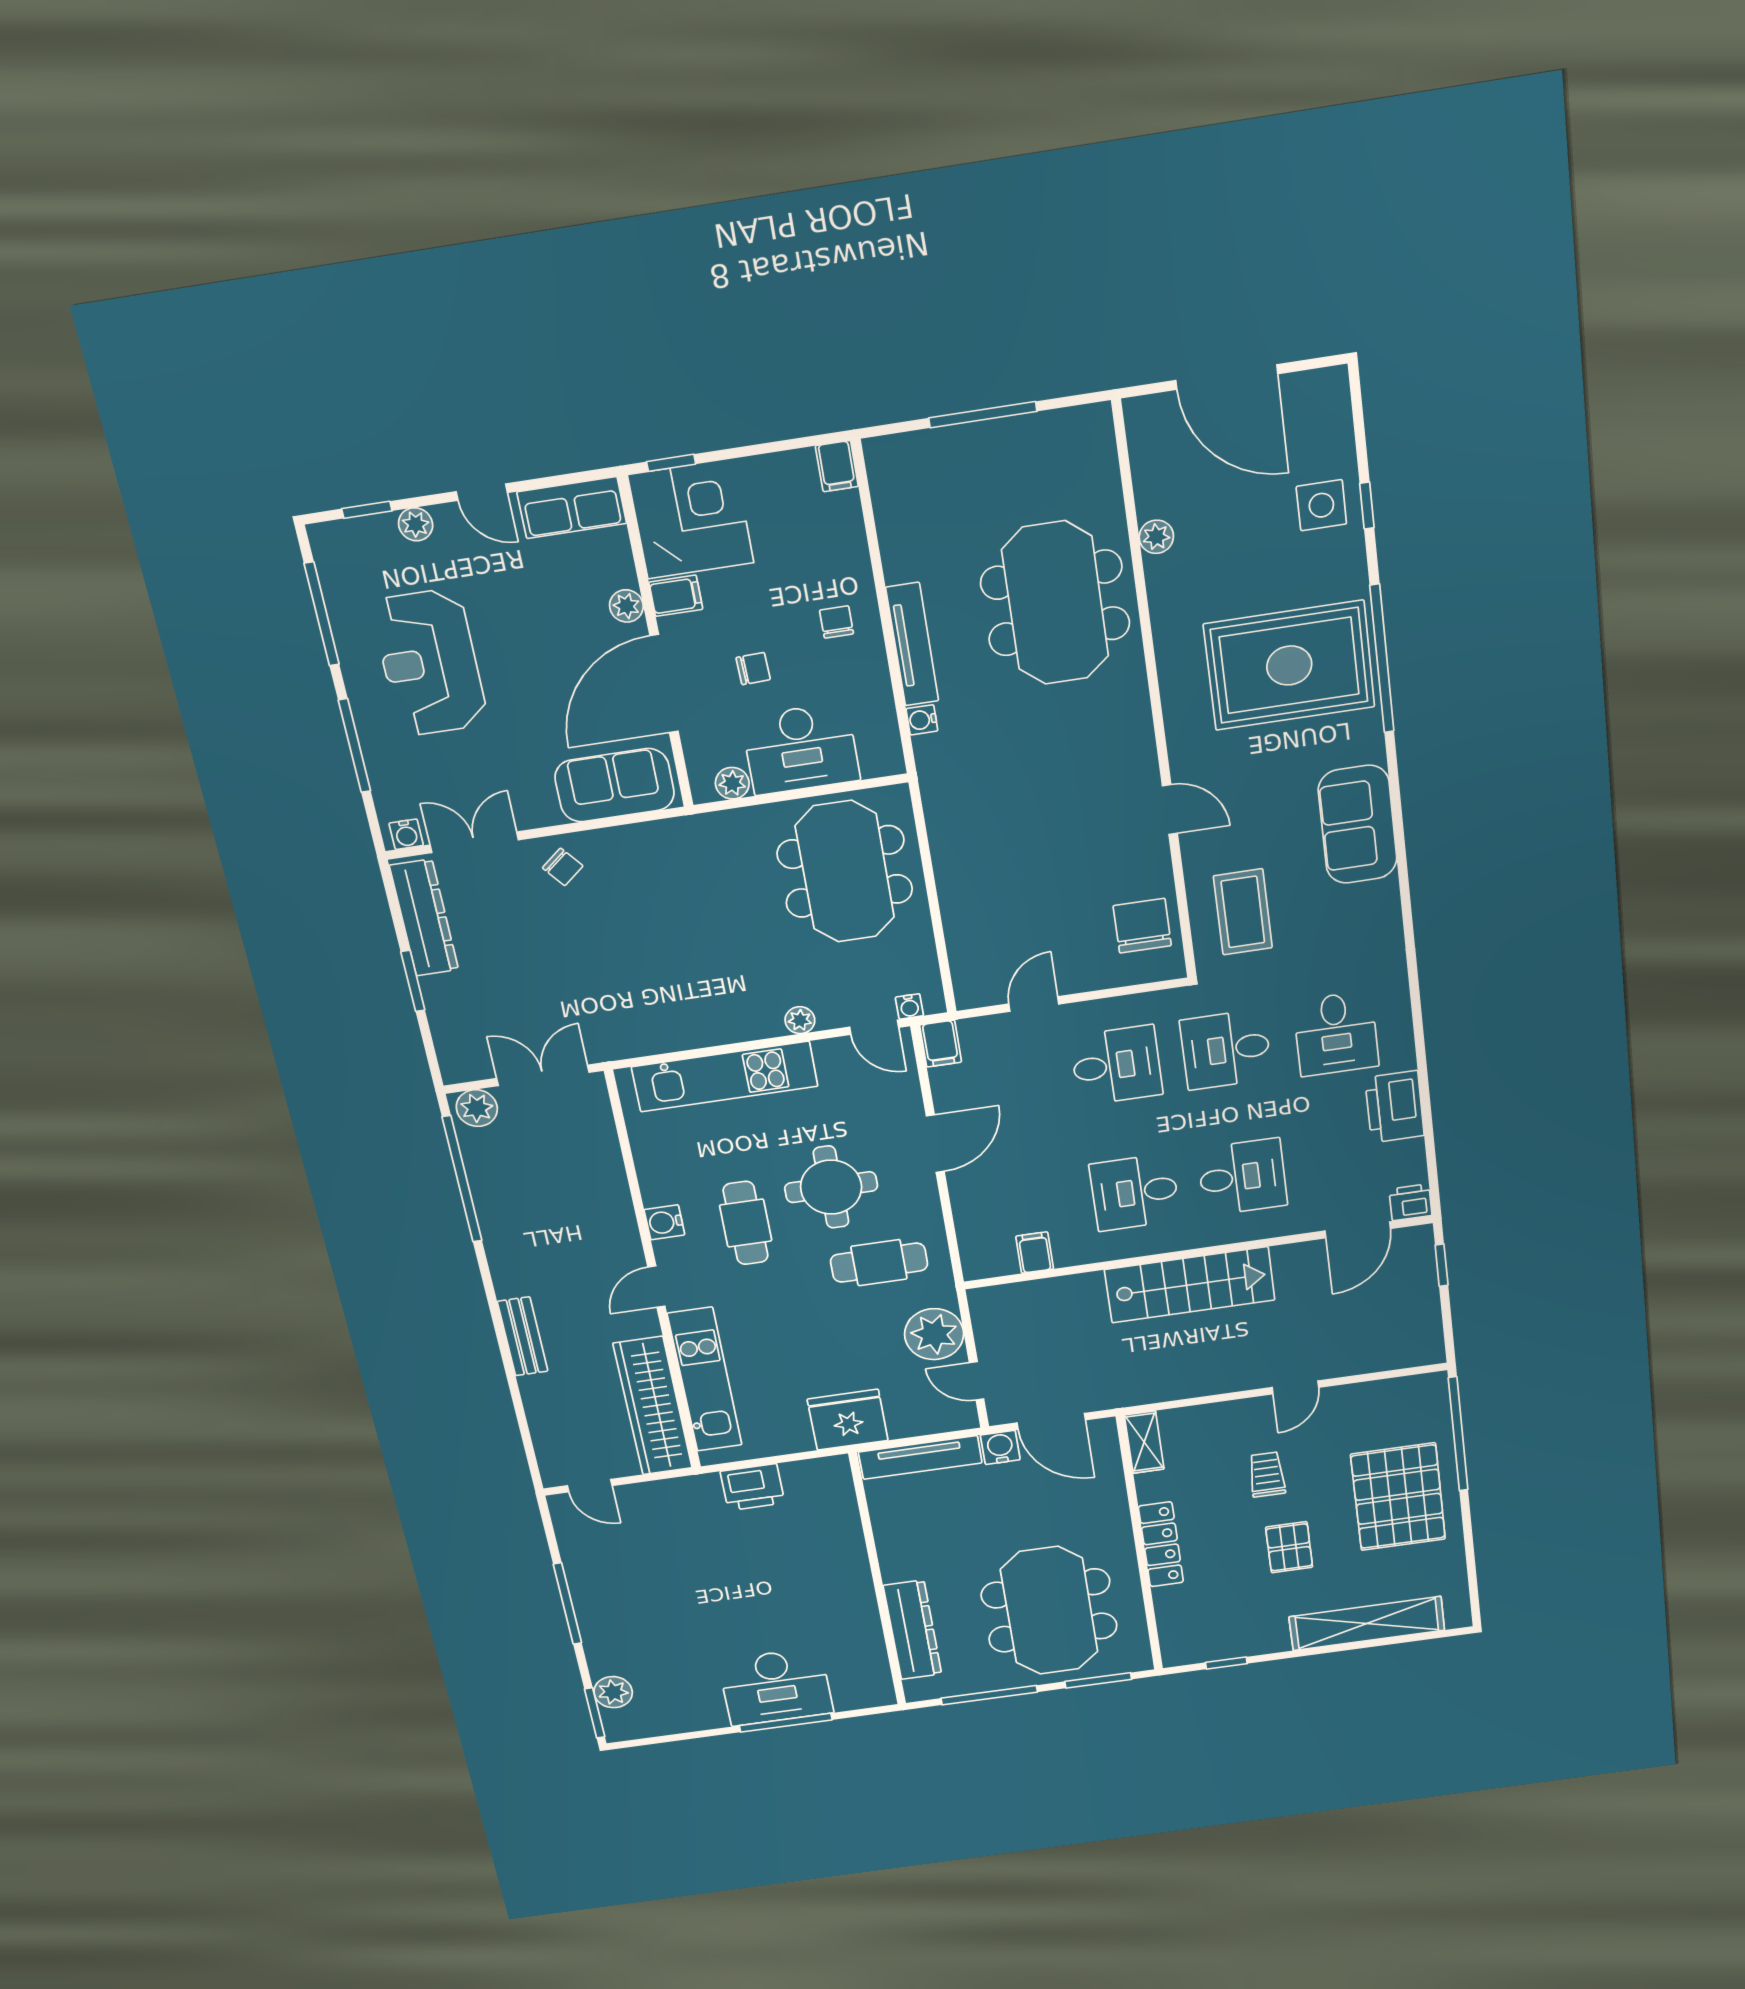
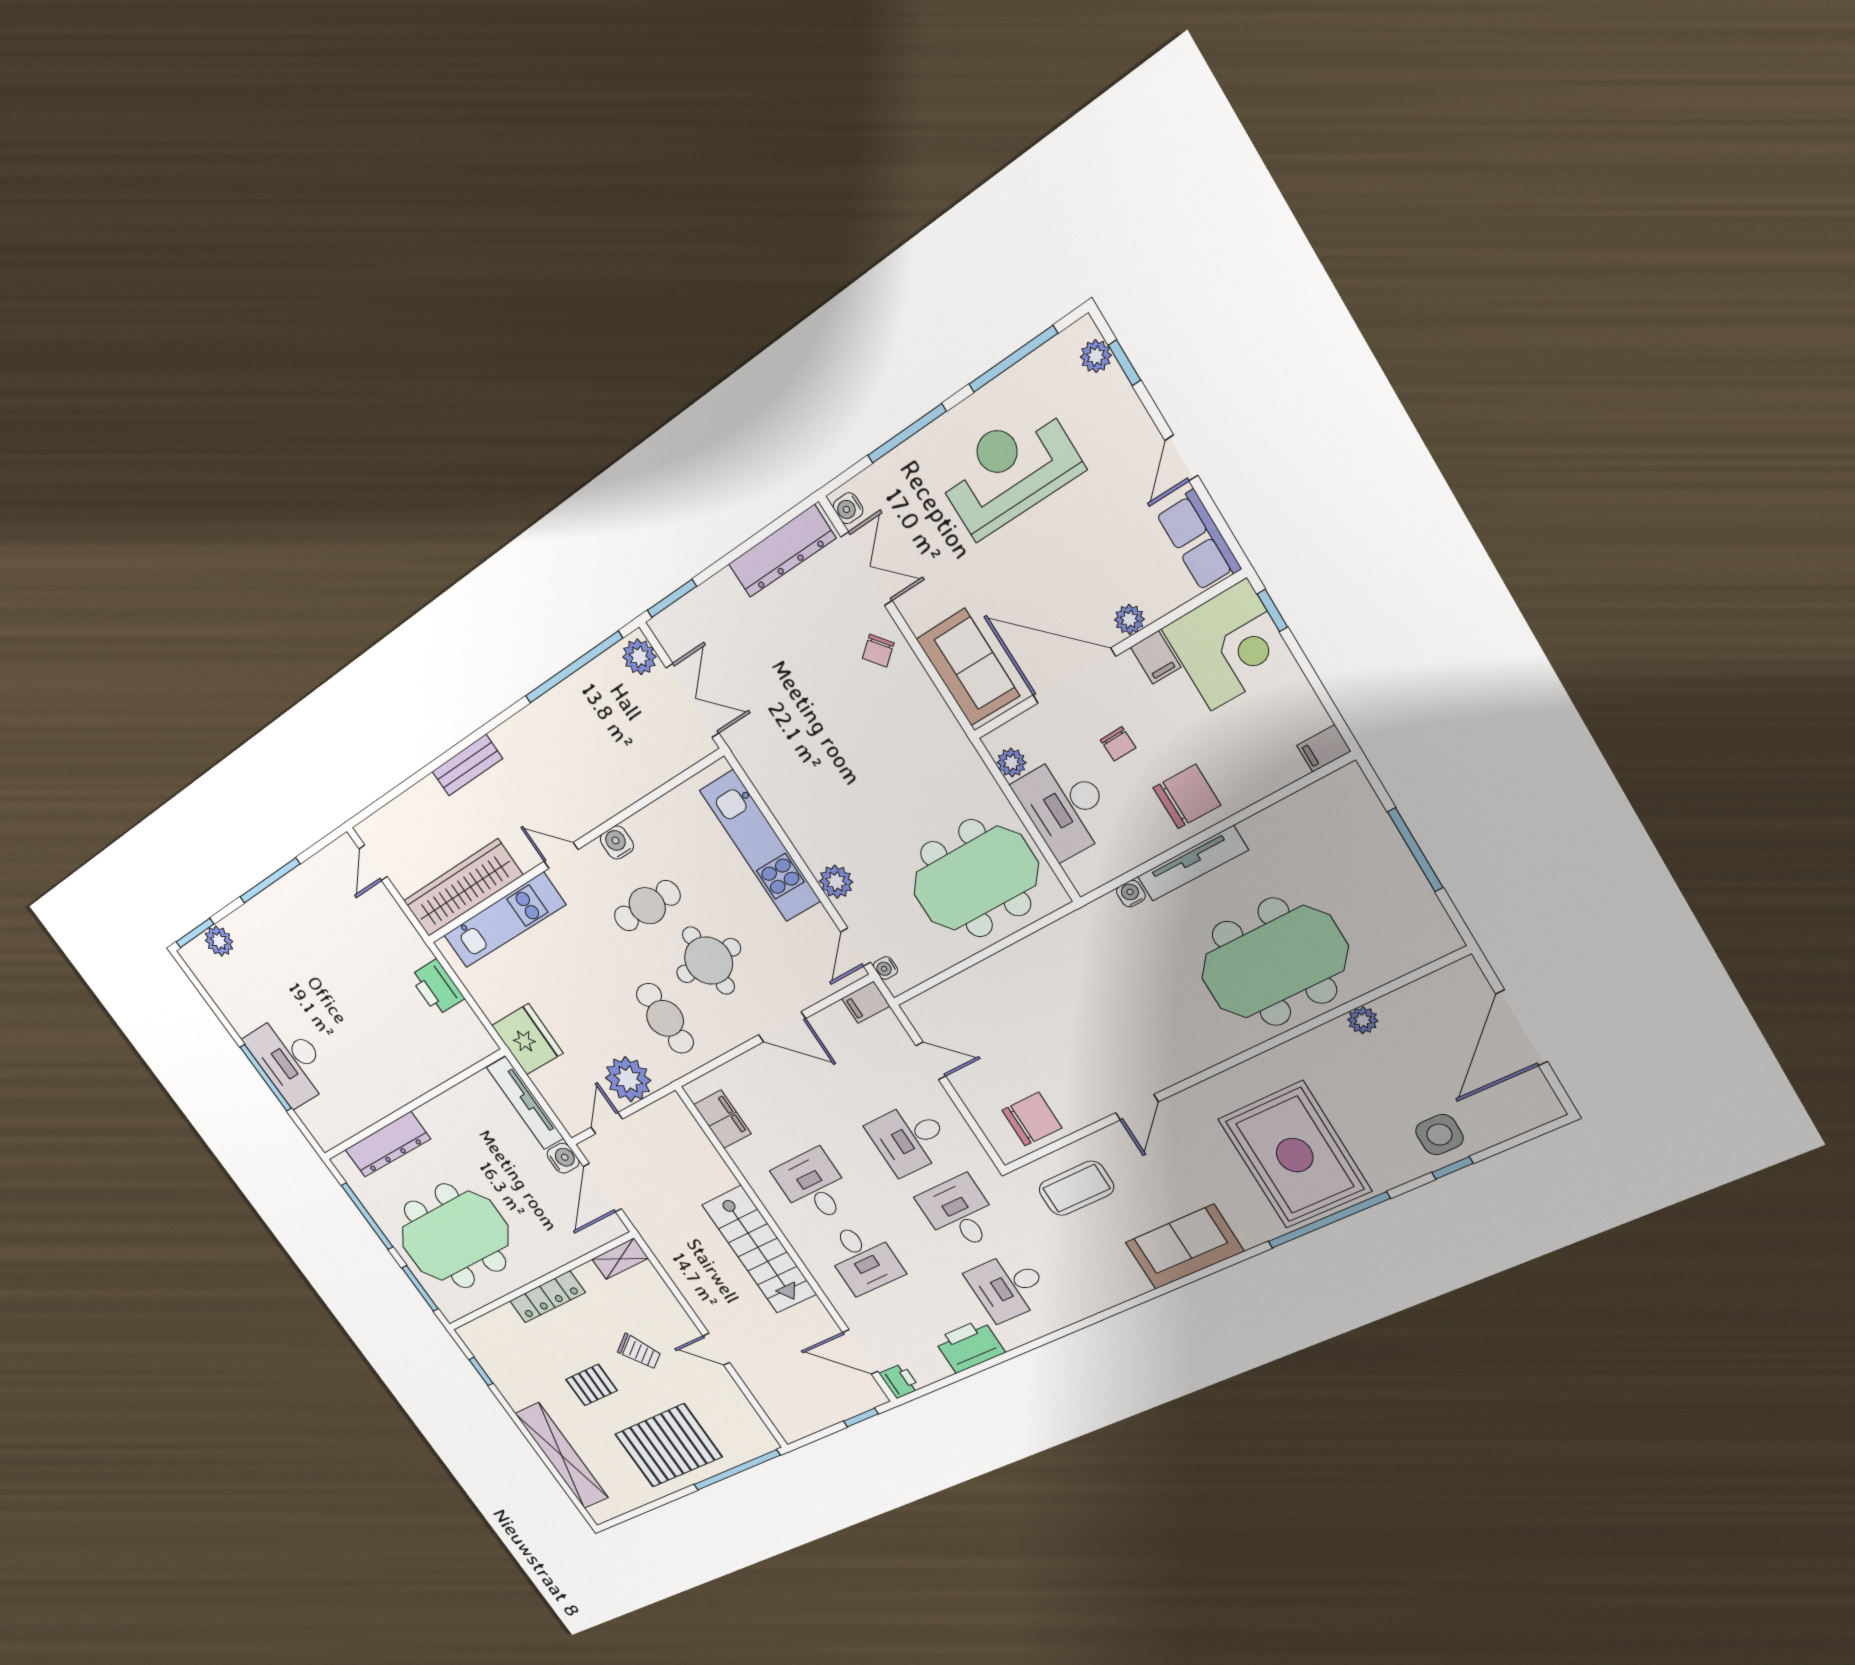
plant: (416, 524) -> (1096, 356), moved
chair: (836, 622) -> (1187, 797), width x1.87, depth x1.87
window: (413, 981) -> (672, 598), moved
plant: (800, 1020) -> (836, 882), width x1.38, depth x1.38
desk: (1116, 1065) -> (909, 1138), turned 90
filing cabinet: (1035, 1253) -> (722, 1119), width x2.00
trolley: (1267, 1475) -> (639, 1352), turned 56

